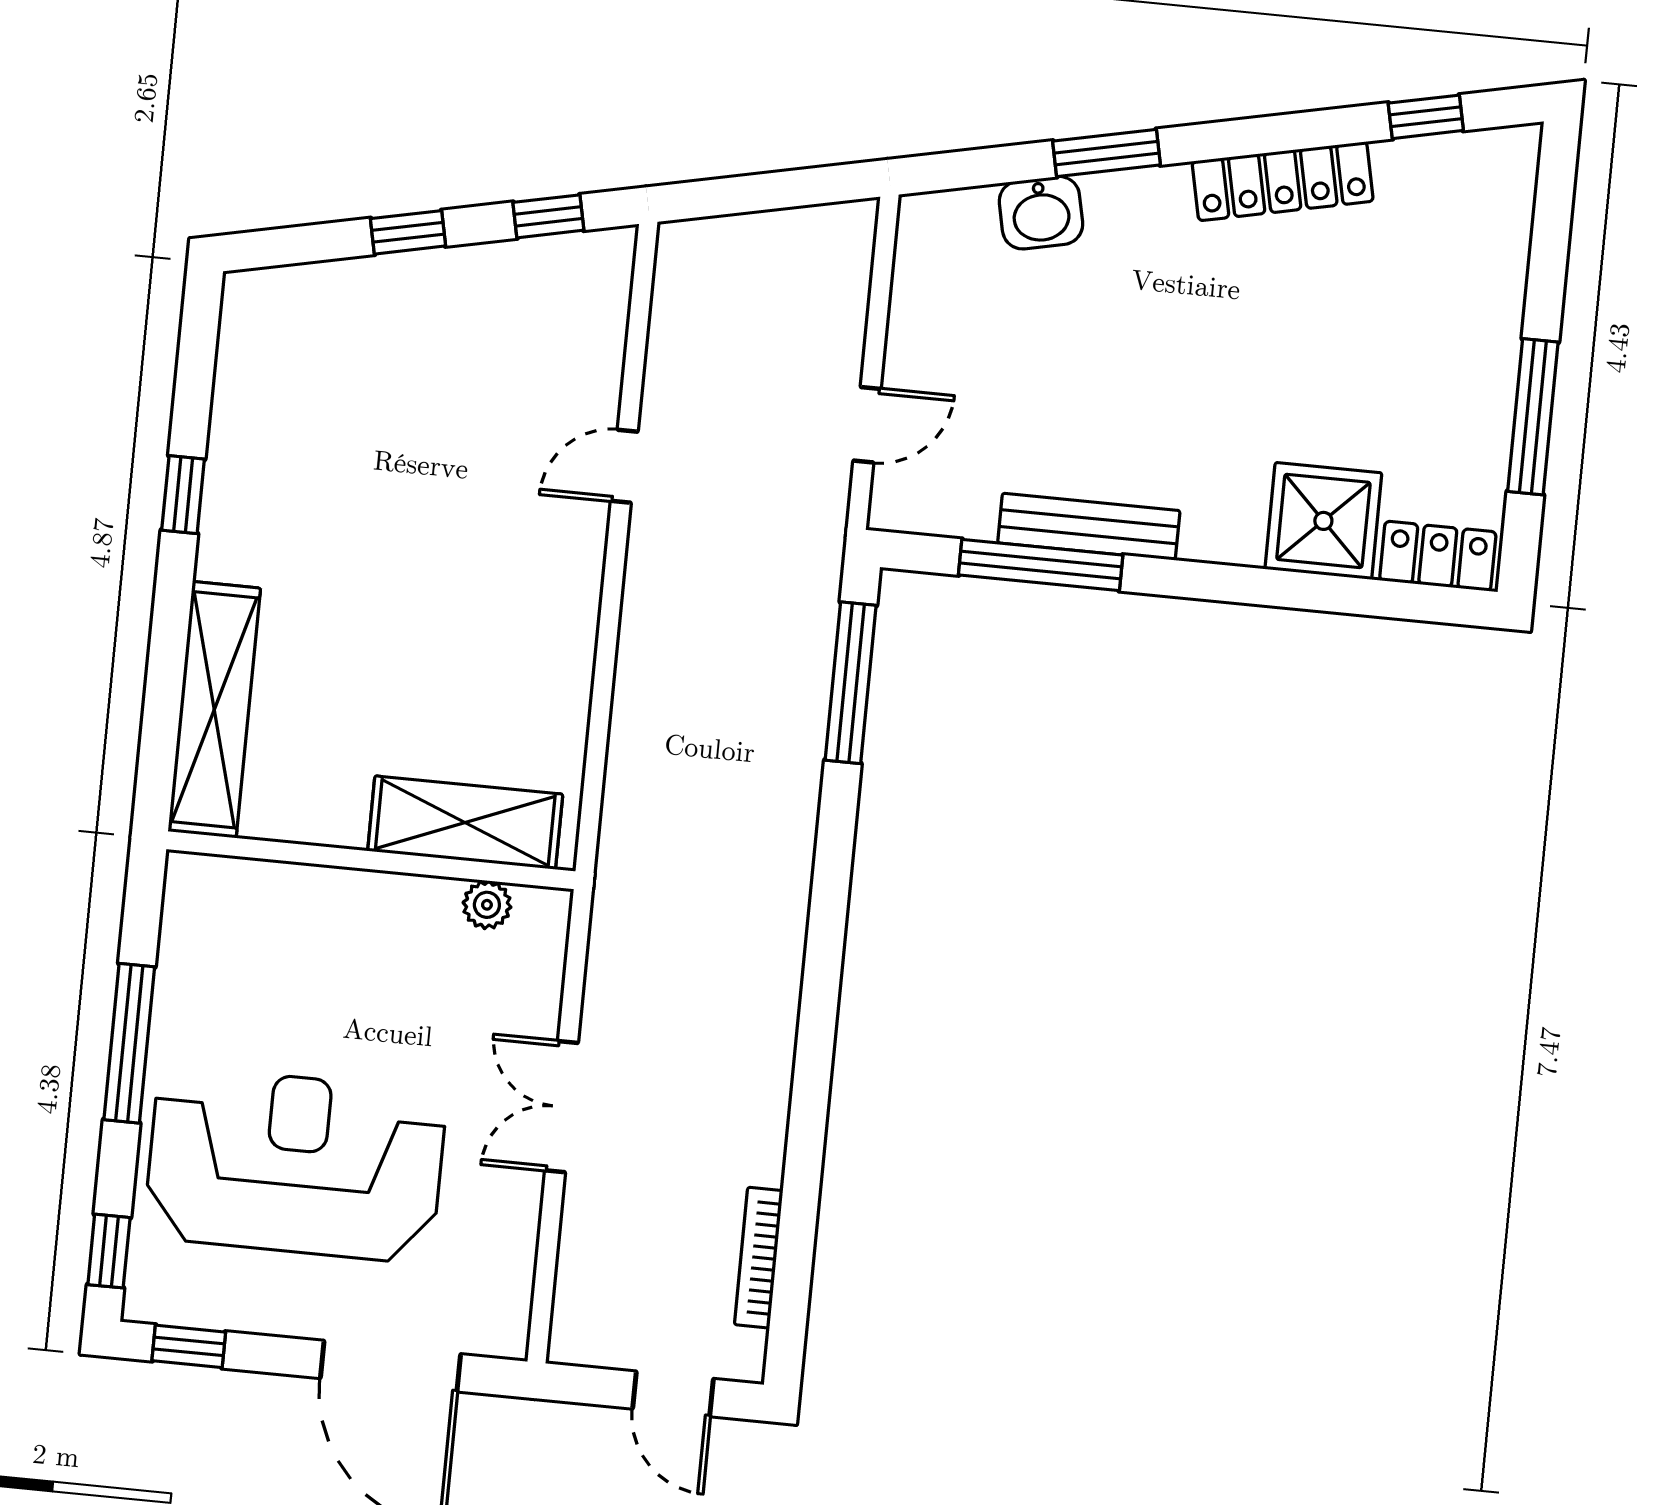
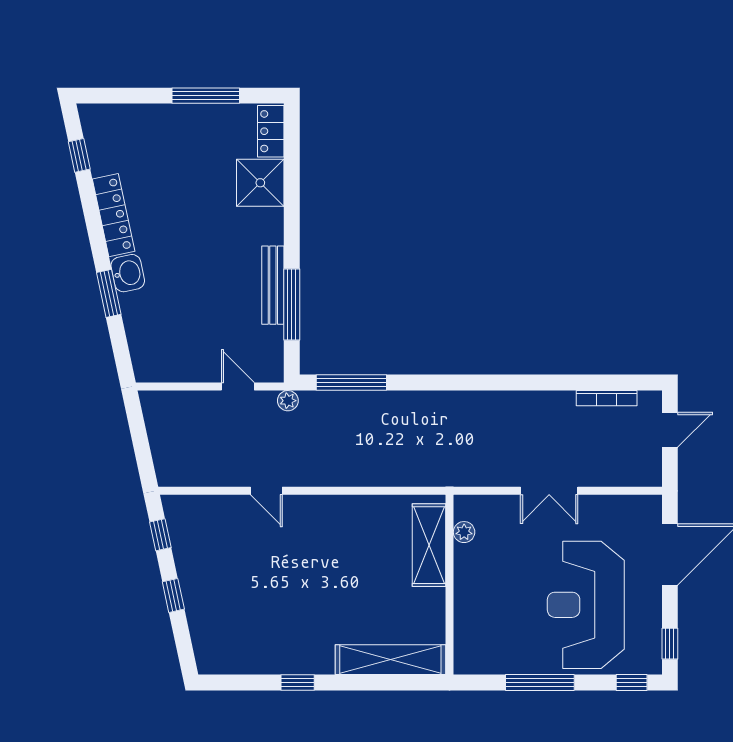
washbasin: (1041, 213) -> (128, 273), moved
plant: (824, 535) -> (288, 401), added

